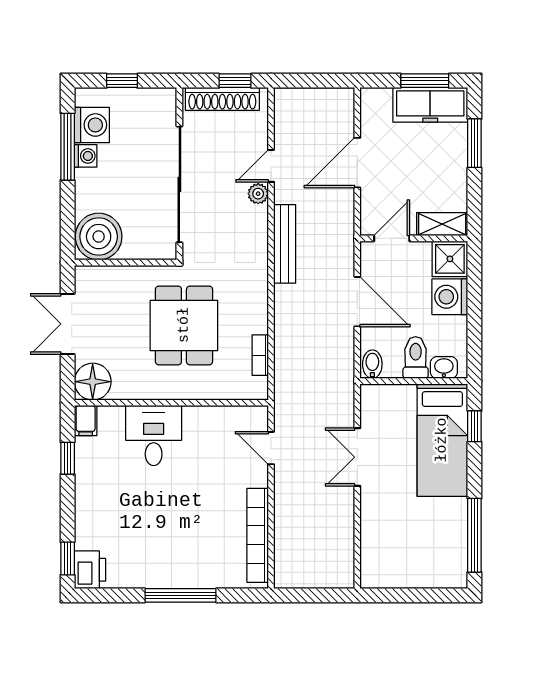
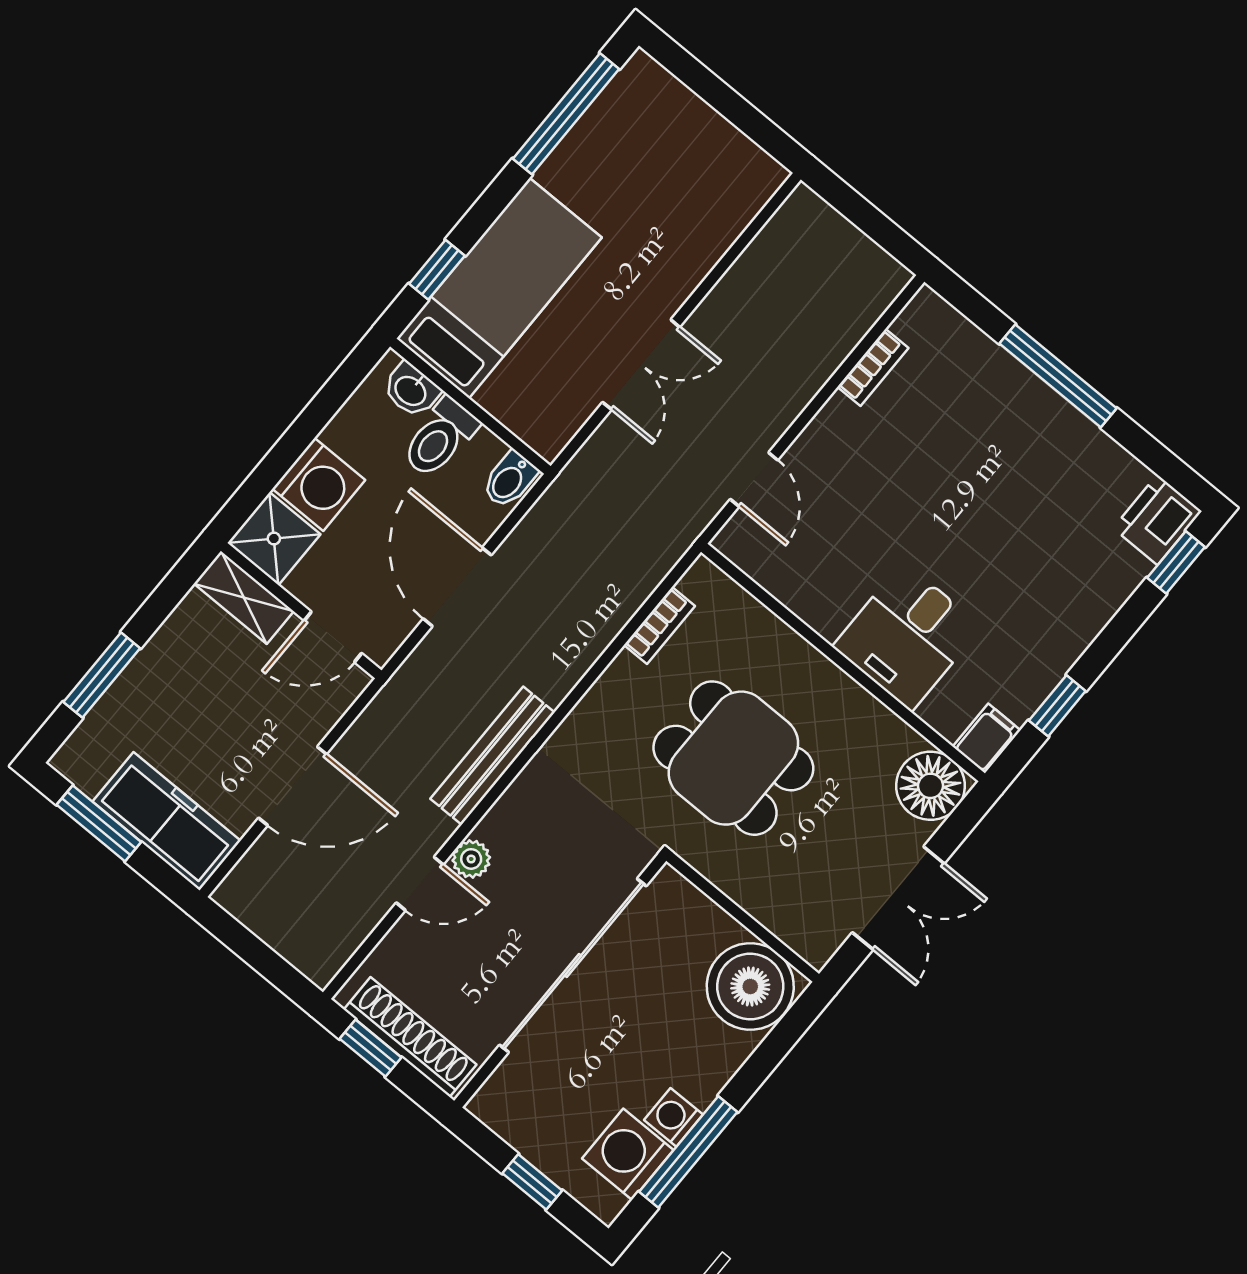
freezer: (430, 105) -> (167, 821), moved
dining table: (184, 325) -> (733, 758), turned 90
bookcase: (258, 535) -> (873, 367), width x0.43, depth x0.76

